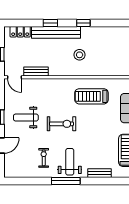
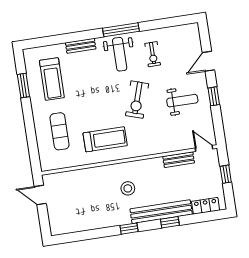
exercise bike: (61, 124) -> (137, 100), turned -72

